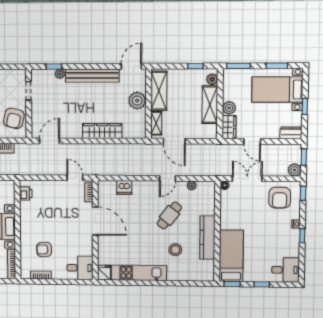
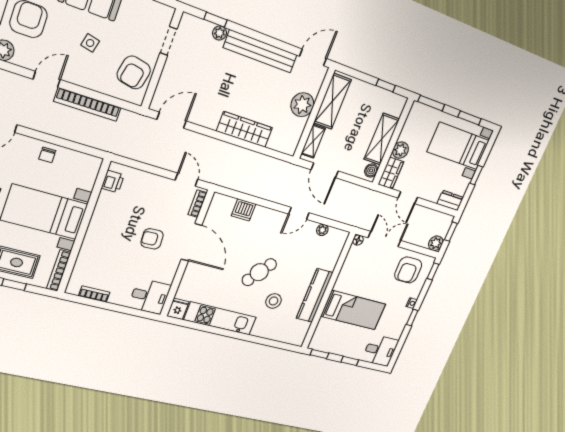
boiler: (212, 79) -> (371, 170), moved
cafe table: (169, 215) -> (259, 272), moved
armchair: (44, 249) -> (152, 239), moved
bed: (231, 256) -> (353, 310), moved, turned 90

